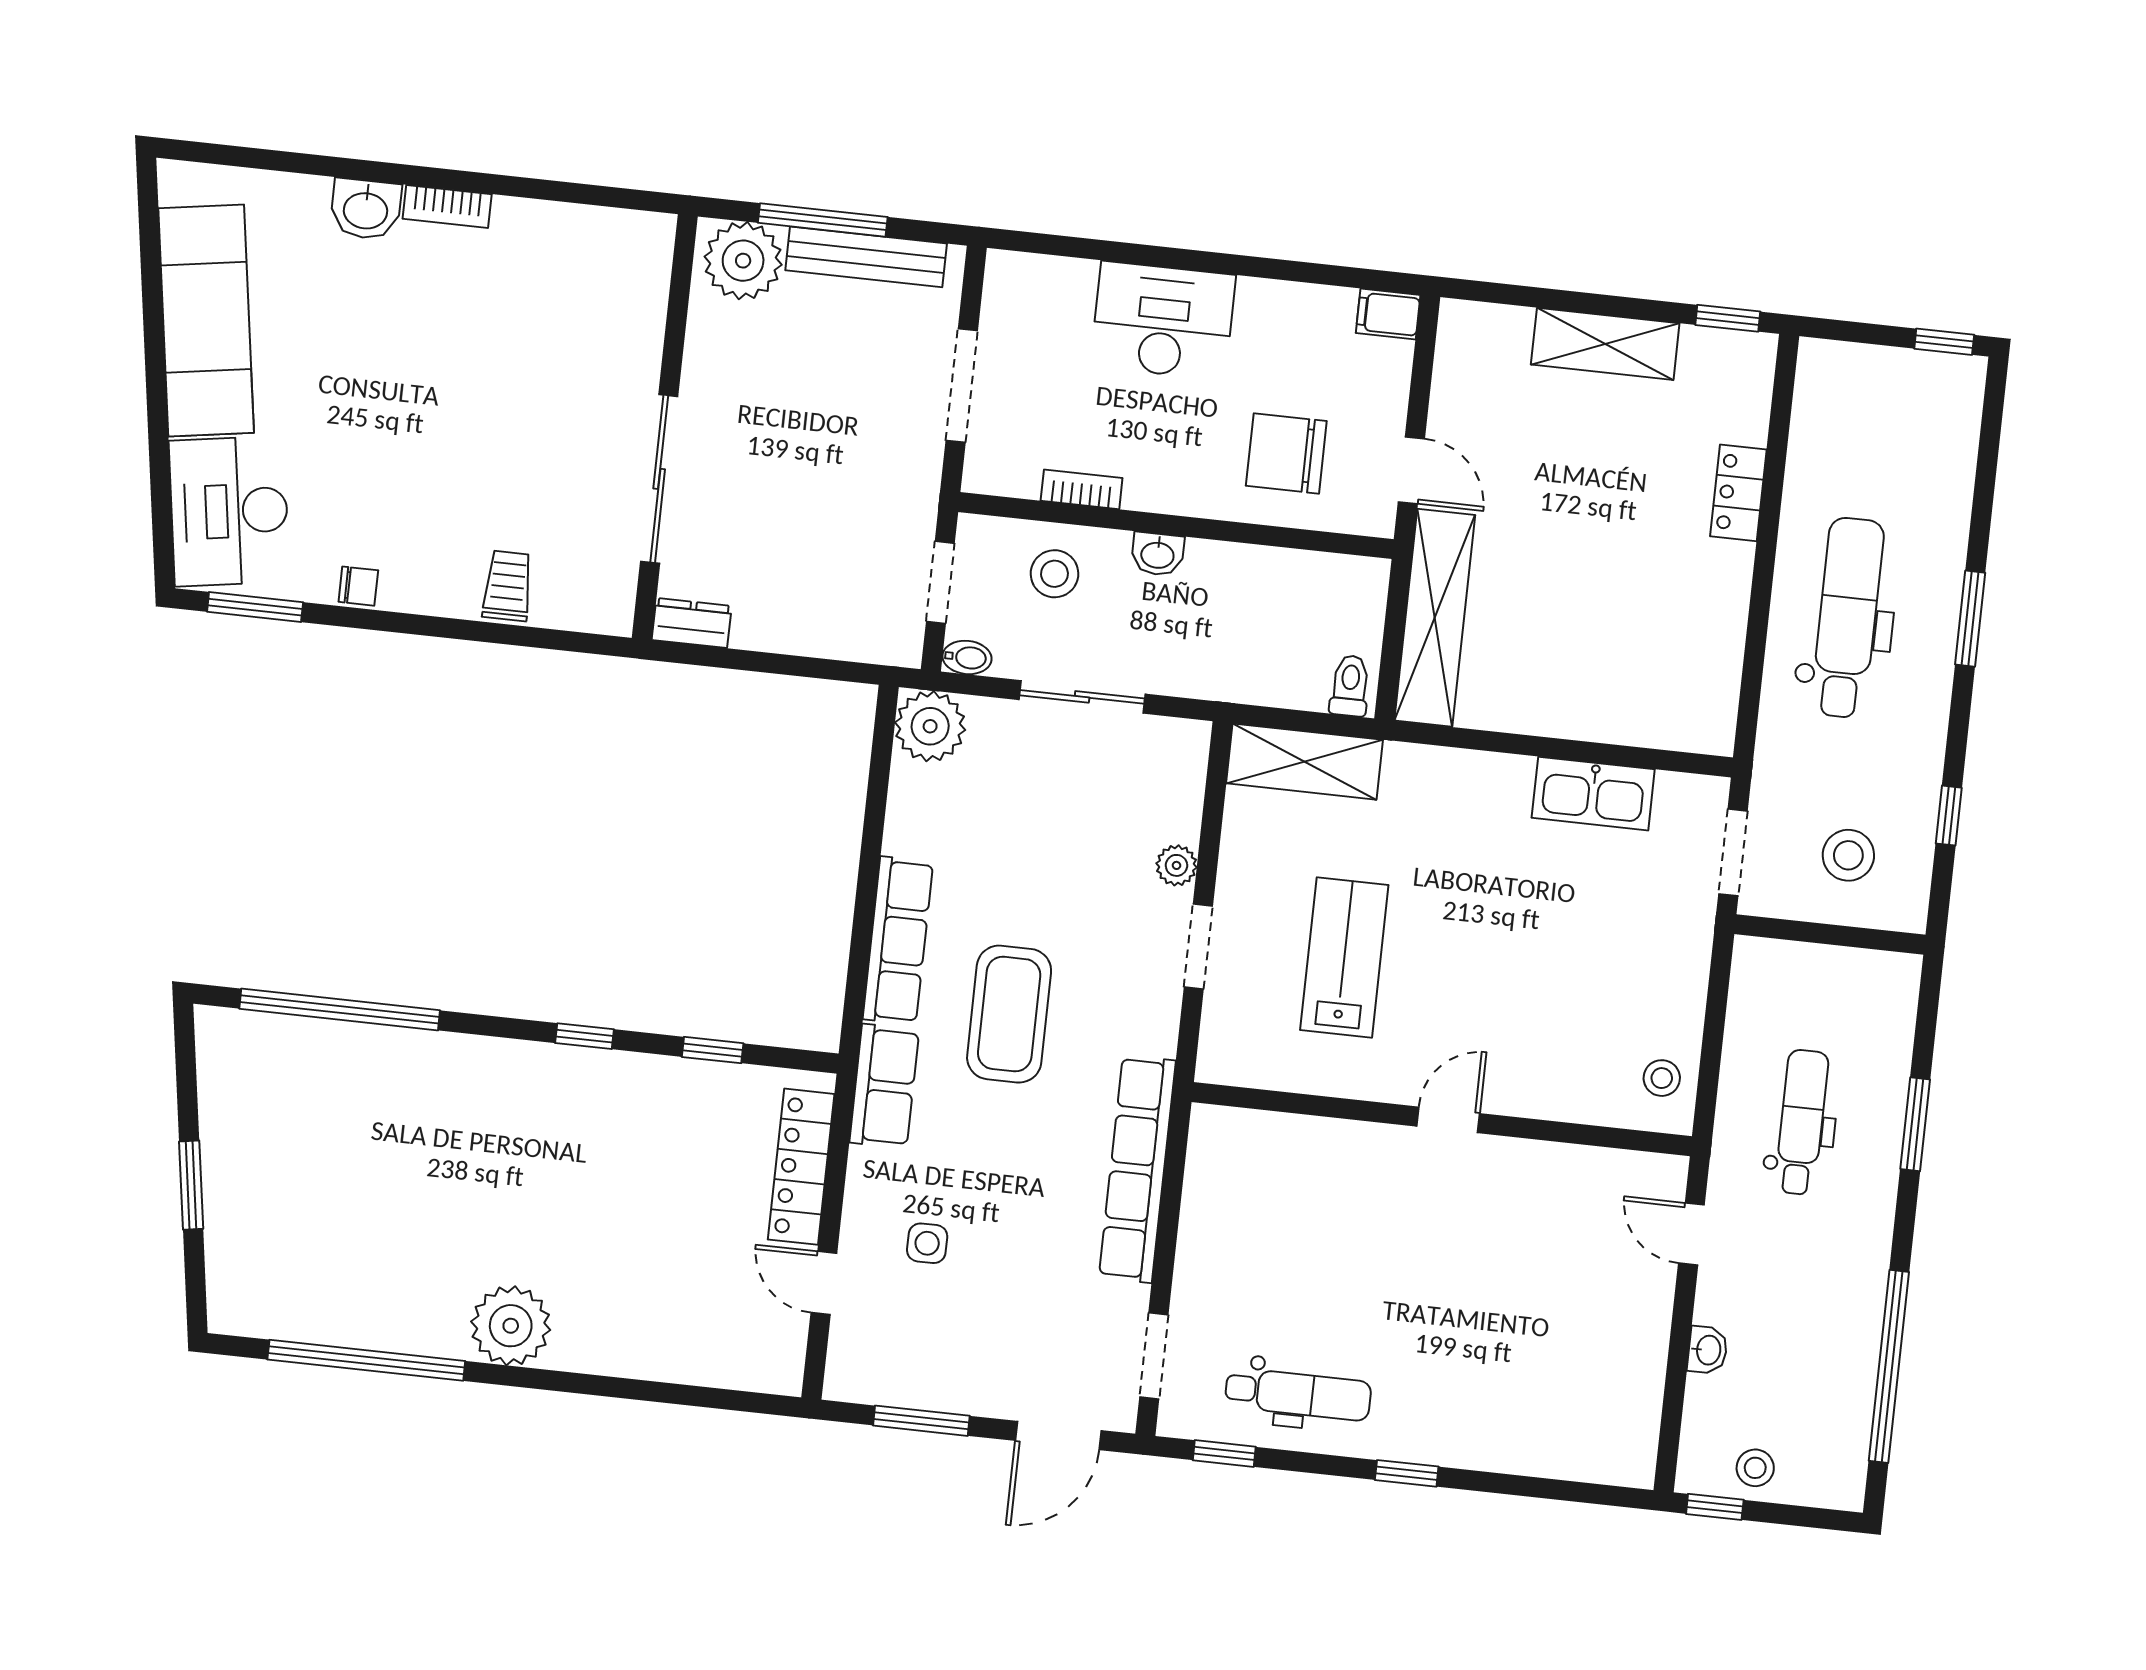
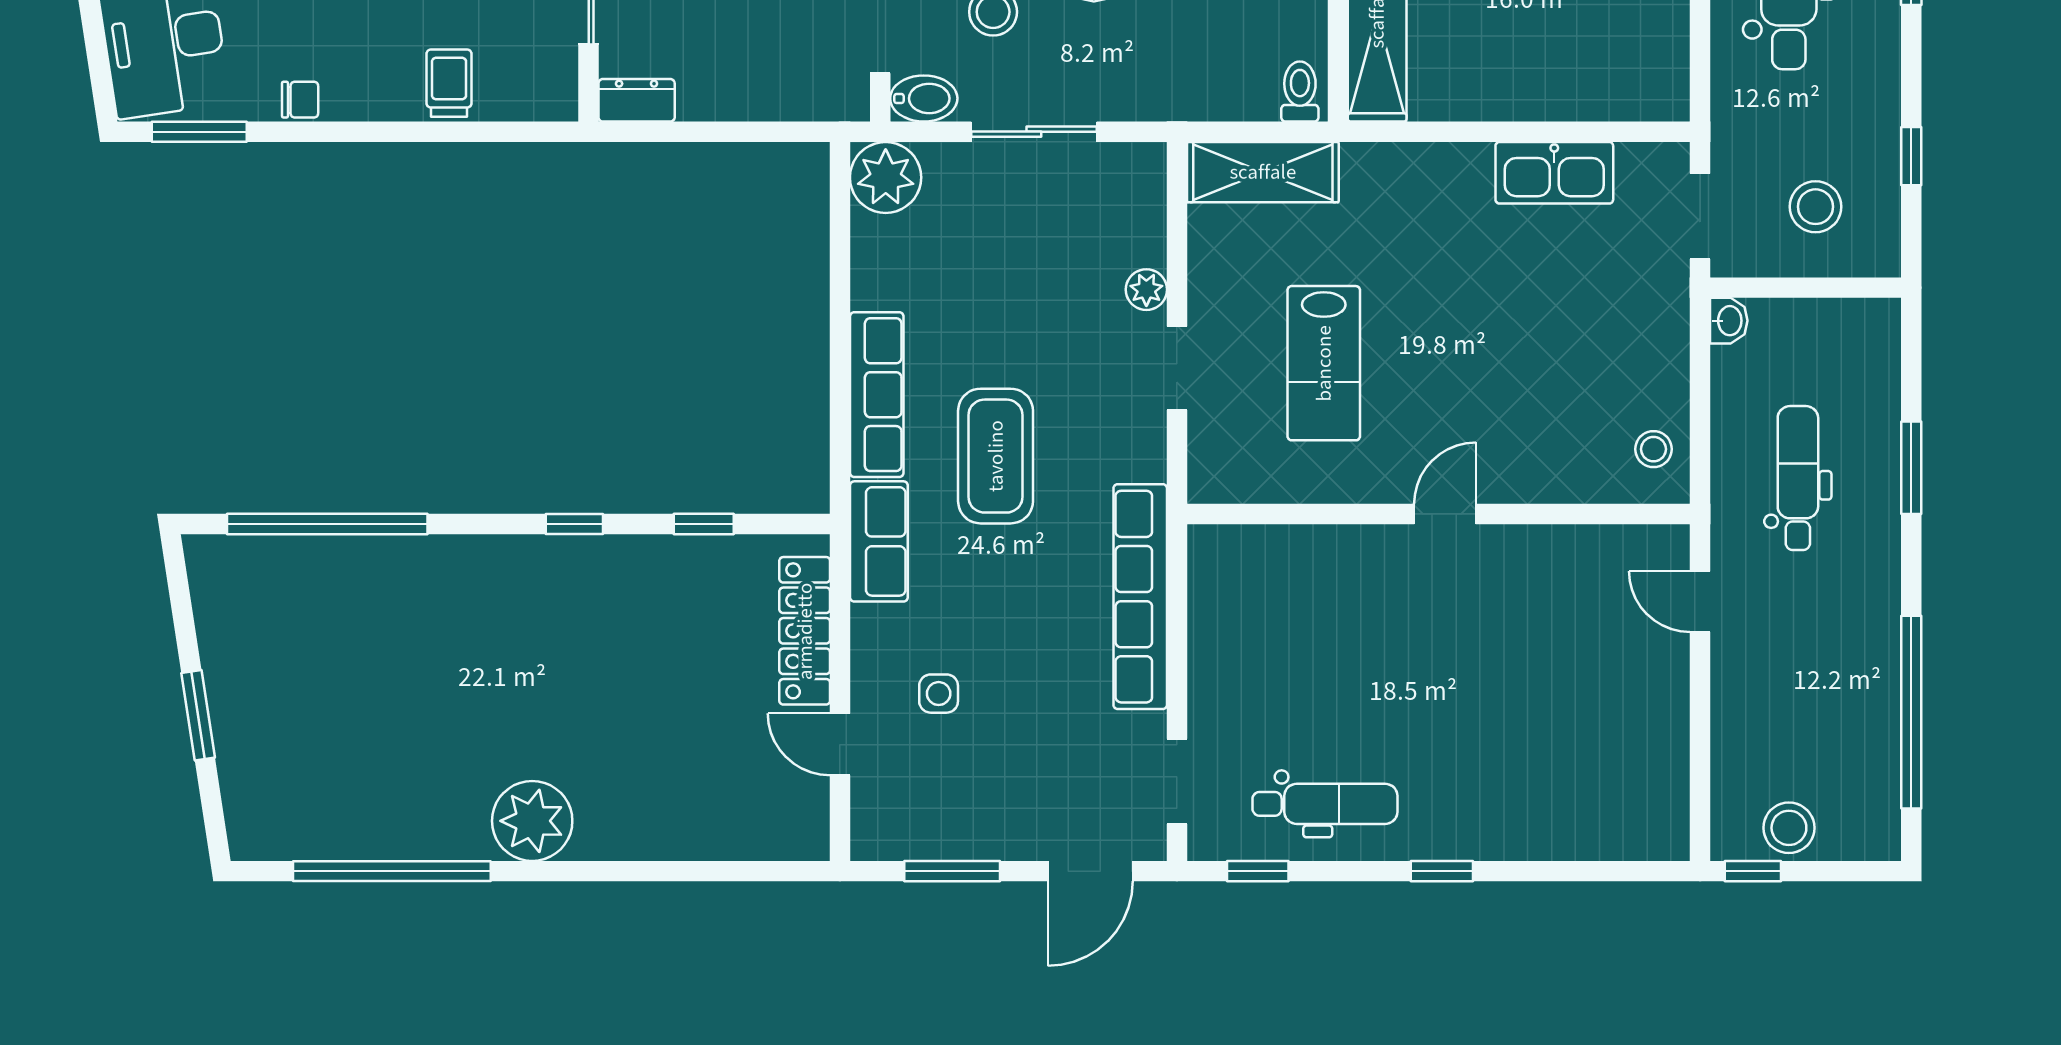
bidet: (967, 657) -> (924, 98), width x1.38, depth x1.36
lab bench: (1344, 957) -> (1324, 363), turned 180
washbasin: (1708, 1350) -> (1729, 321), moved
stool: (1755, 1468) -> (1789, 828), width x1.37, depth x1.37

